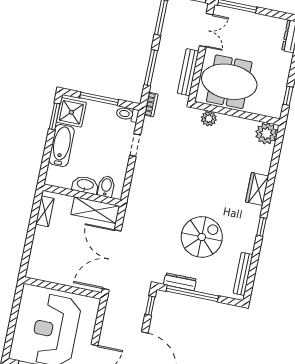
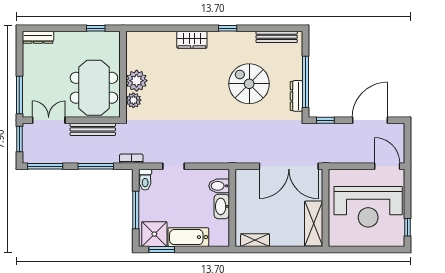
plant: (266, 133) -> (137, 81), moved
shelving: (95, 210) -> (314, 224), moved

